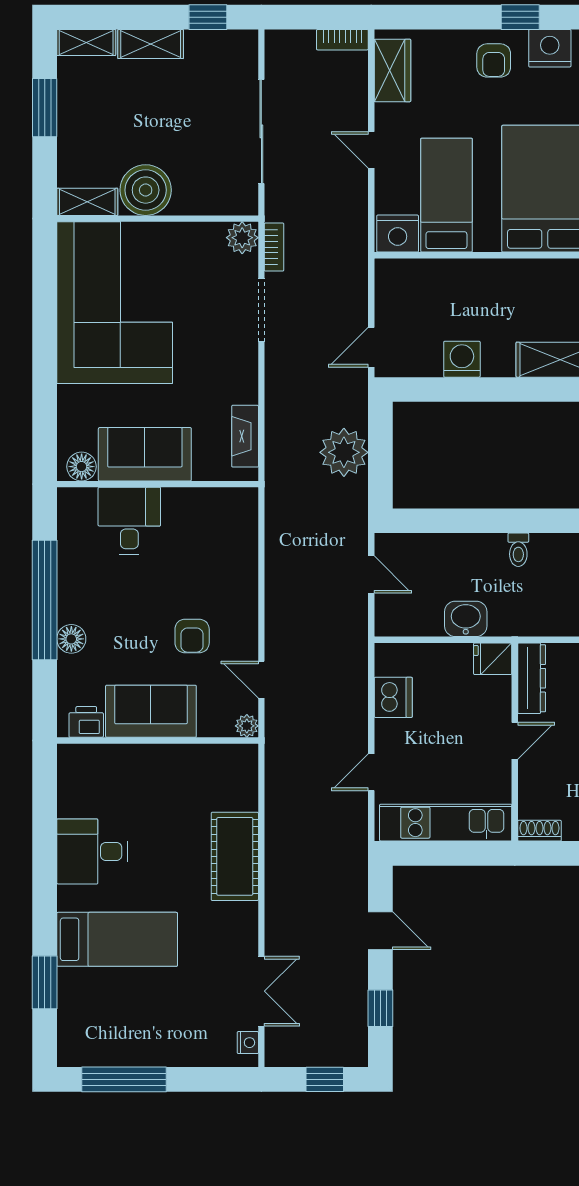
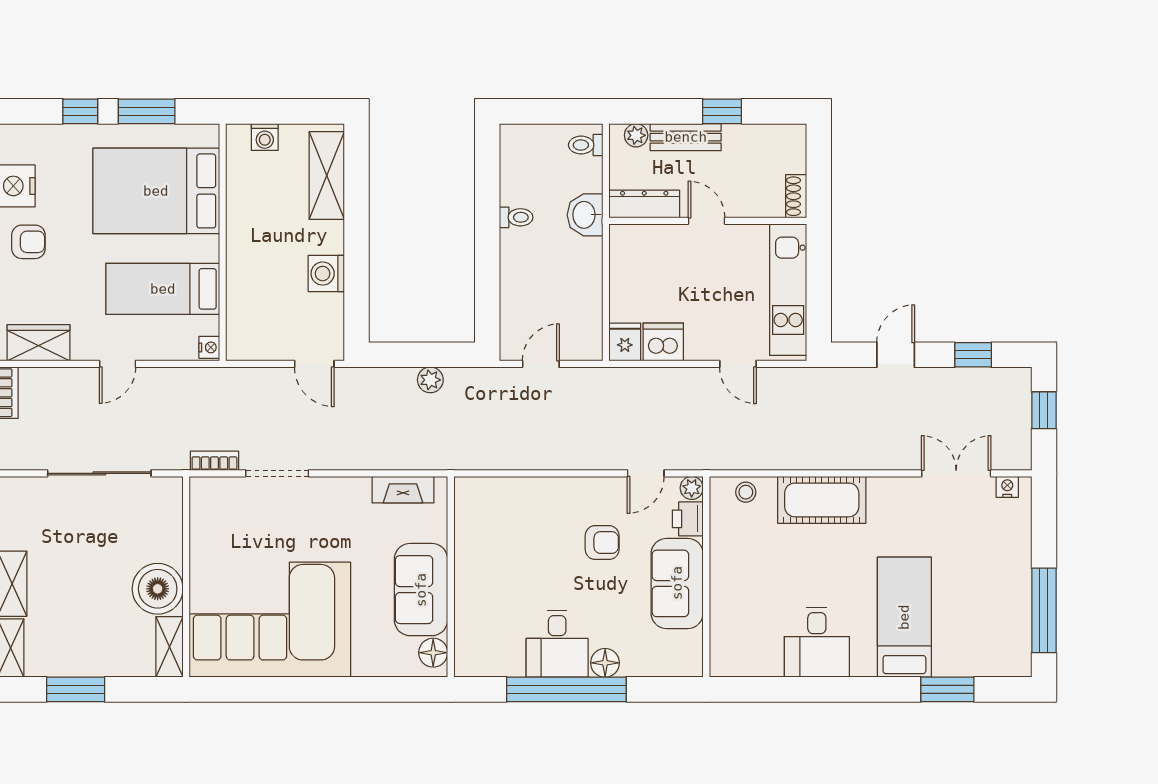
nightstand: (398, 234) -> (209, 347), width x0.53, depth x0.56
plant: (242, 238) -> (205, 492), removed
plant: (344, 452) -> (430, 380), width x0.53, depth x0.53
desk: (129, 521) -> (557, 644), moved, turned -90
washbasin: (466, 619) -> (585, 215), moved
fridge: (493, 659) -> (625, 342), moved, turned 180
printer: (86, 722) -> (688, 519), moved
stool: (243, 780) -> (746, 492), added

